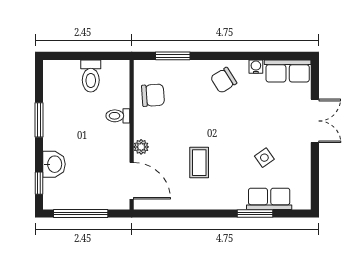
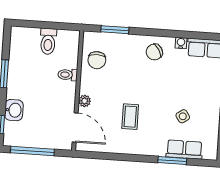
chair: (153, 95) -> (97, 60), turned 94

